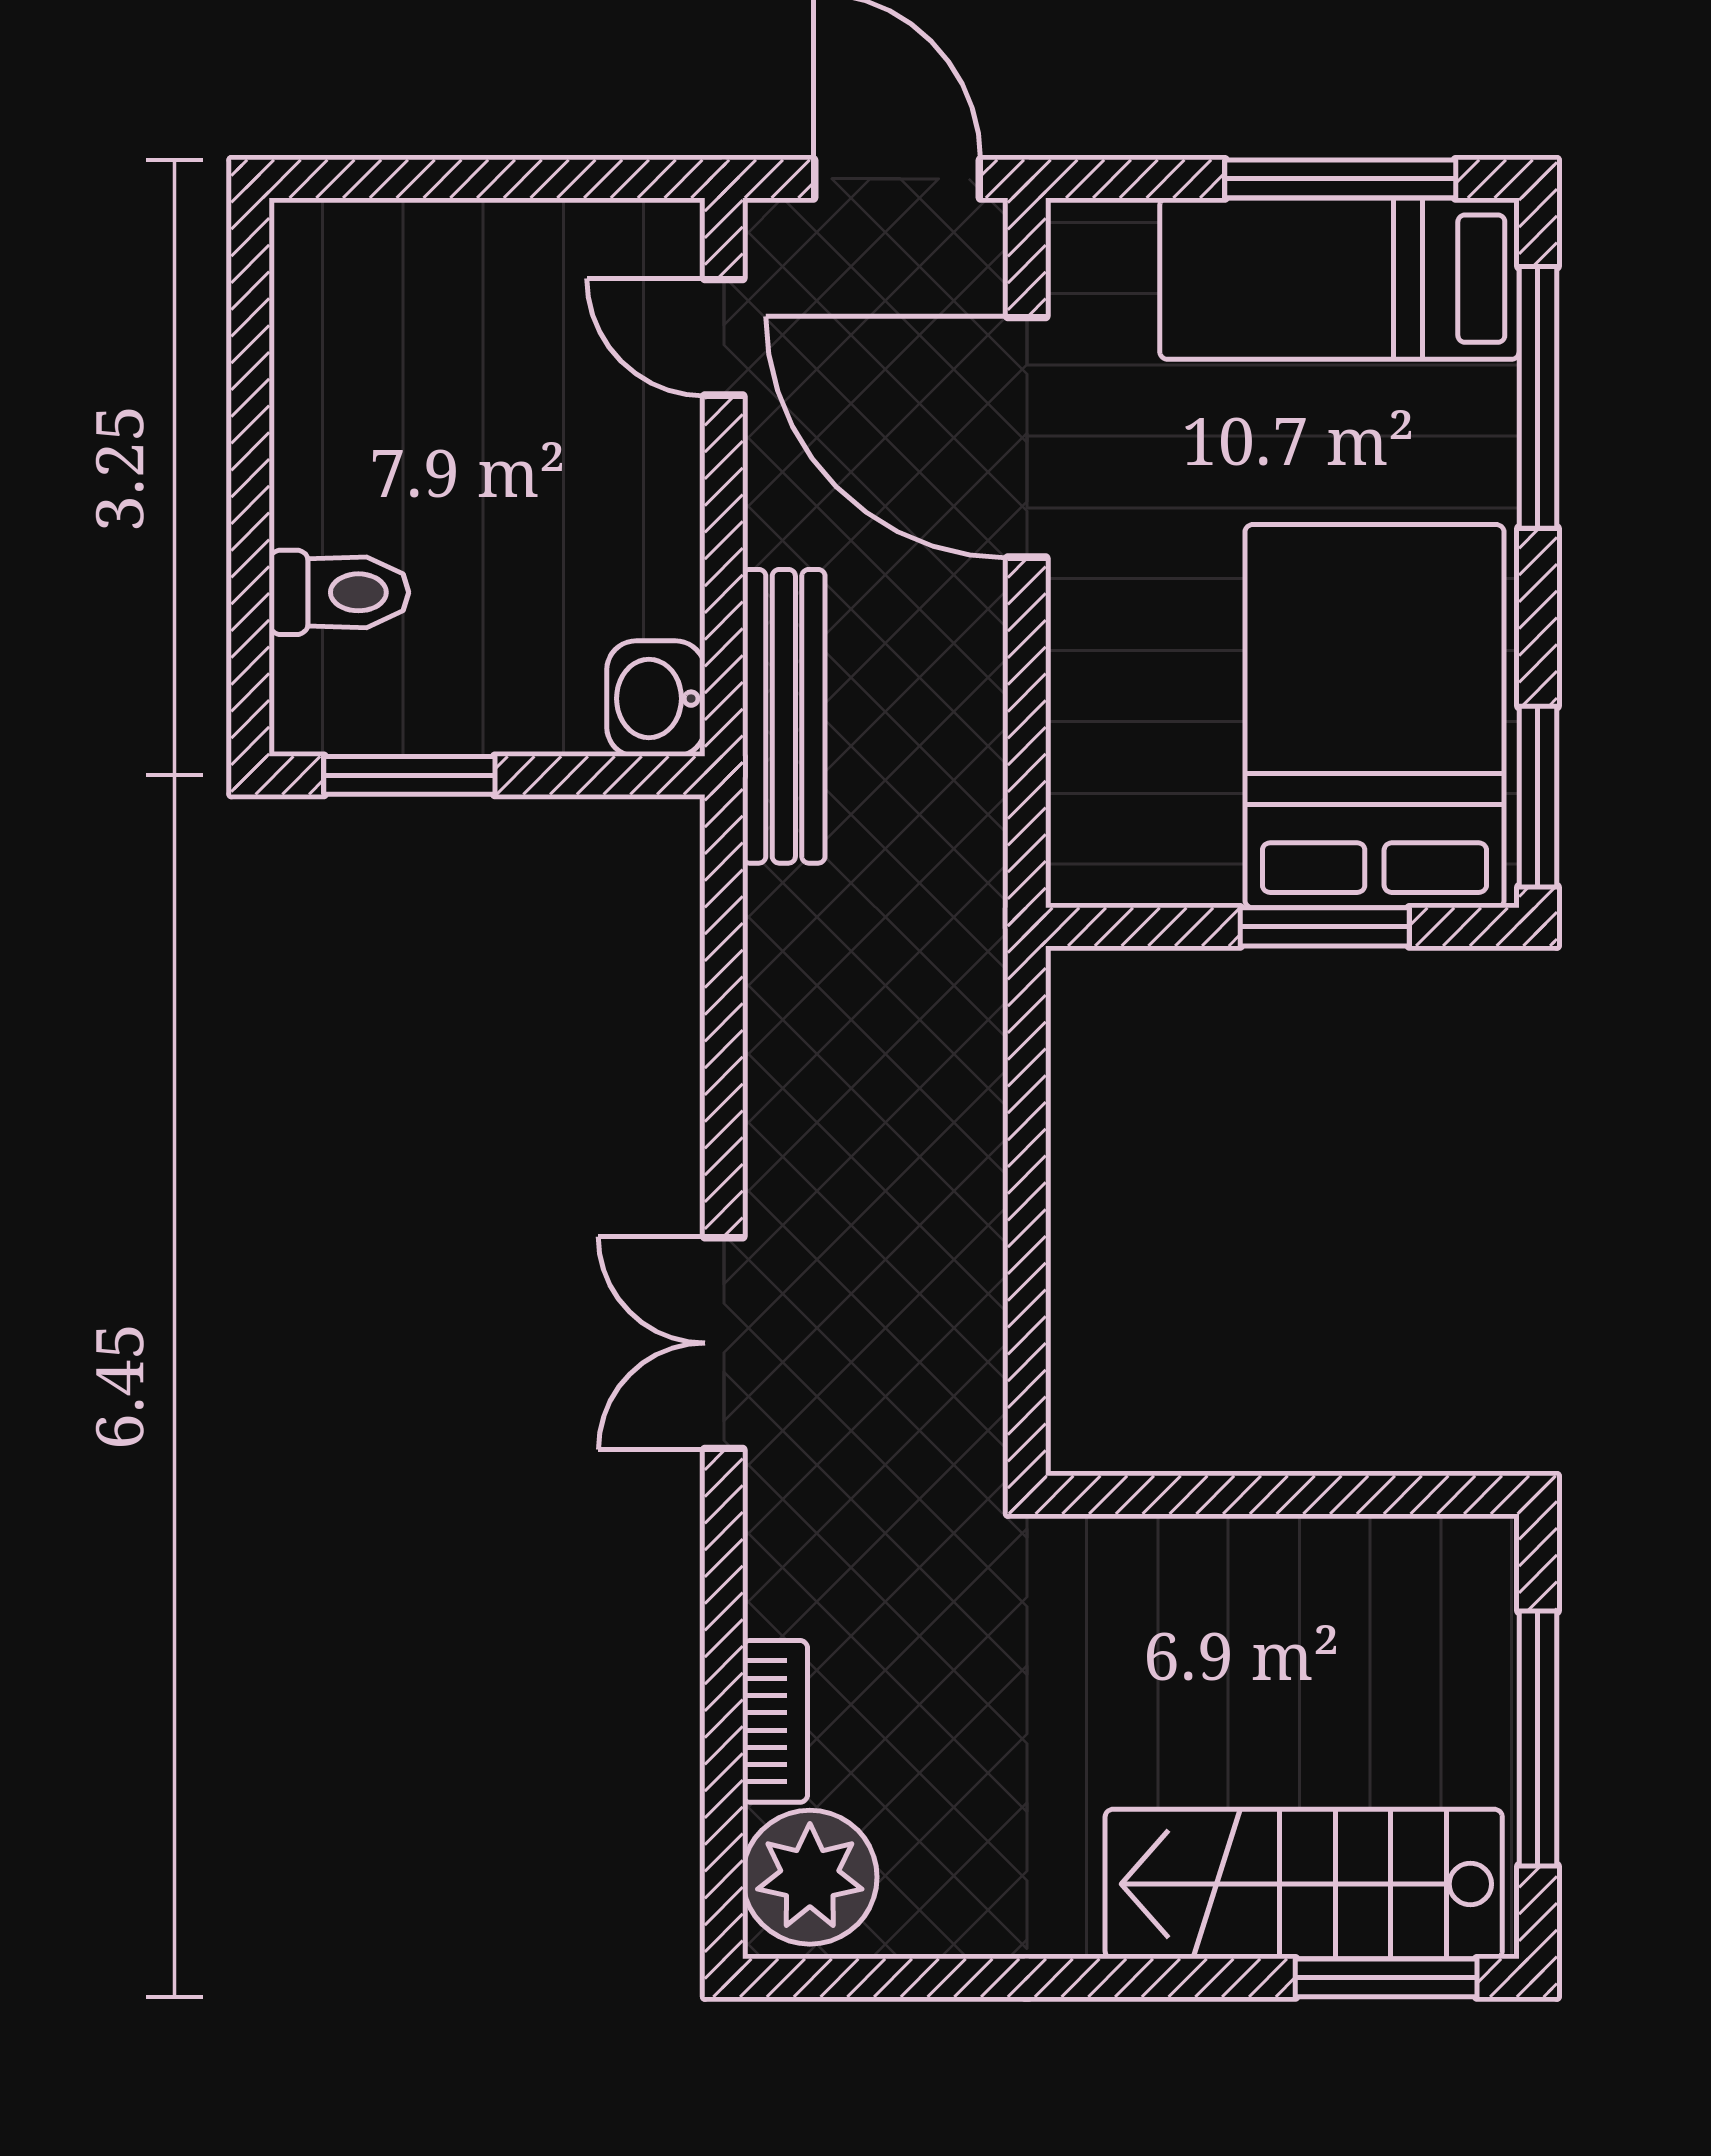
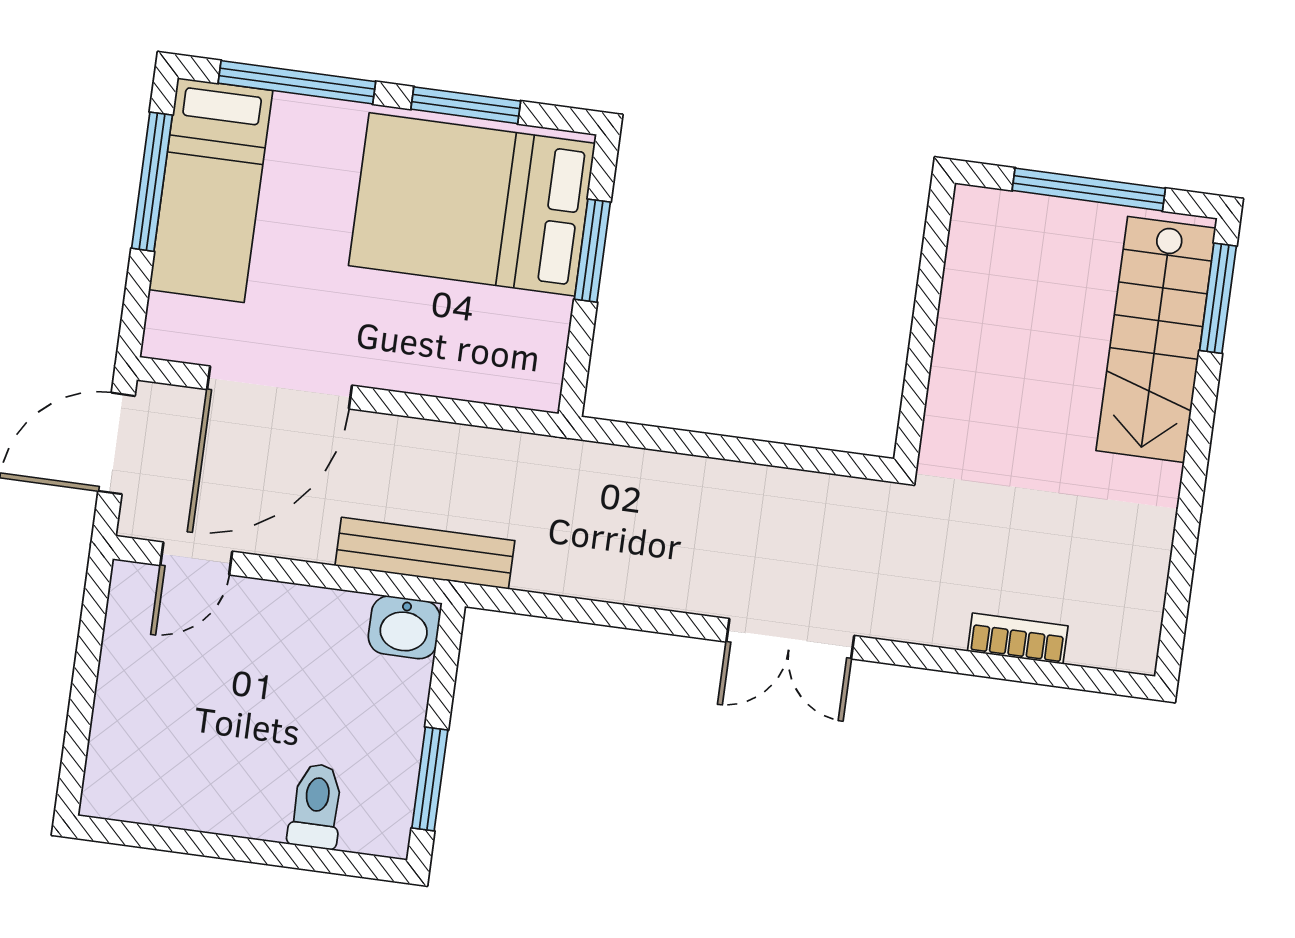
window: (1538, 797) -> (466, 105), moved
plant: (810, 1877) -> (1112, 631), removed

